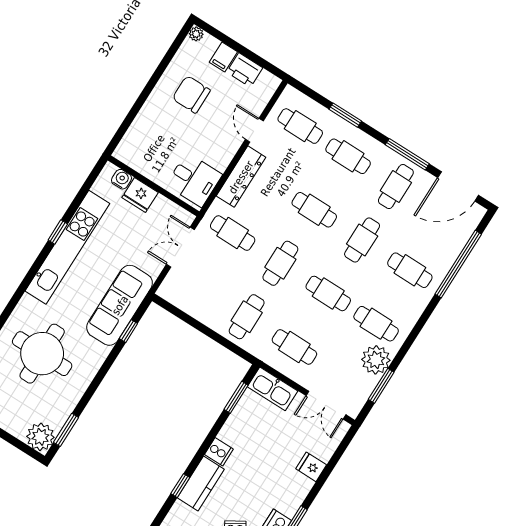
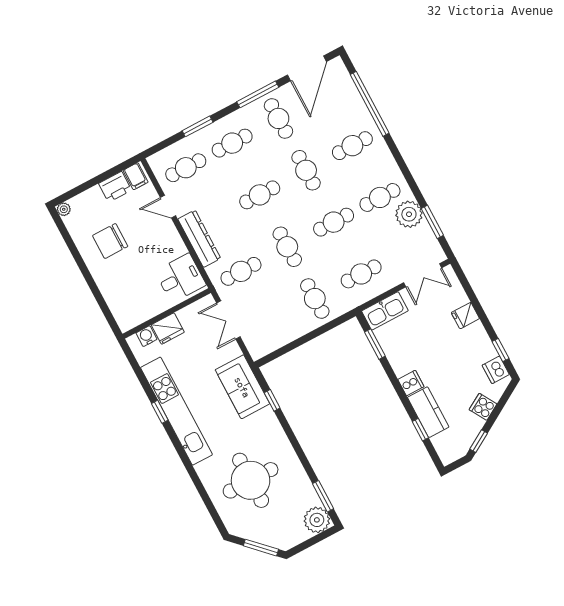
filing cabinet: (223, 57) -> (136, 176), moved
sofa: (120, 305) -> (242, 387), width x0.73

